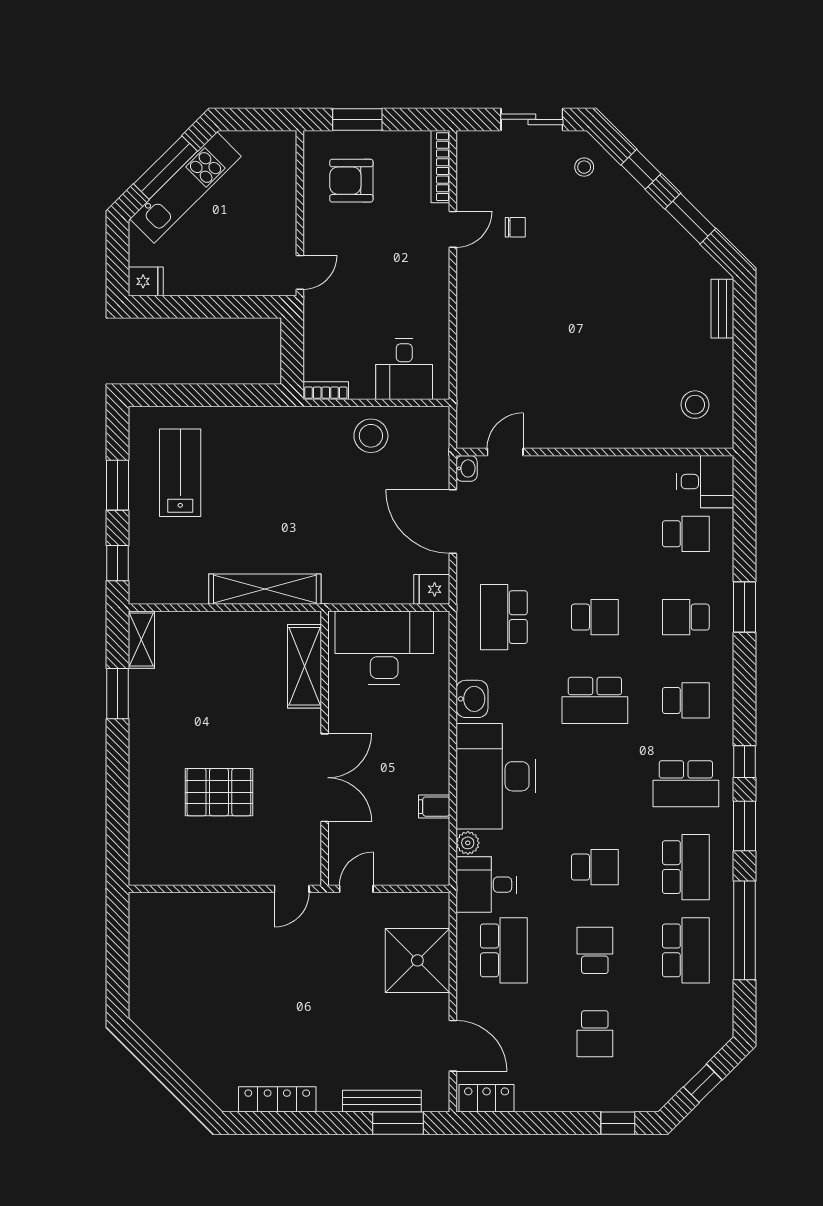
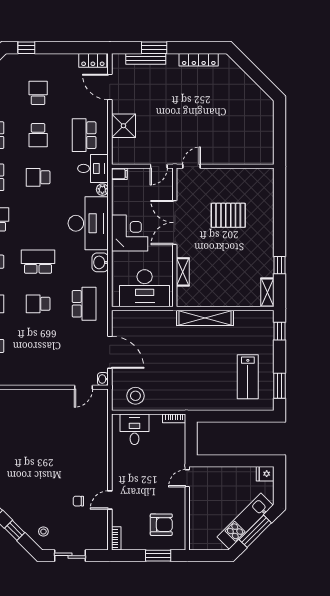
bookcase: (440, 167) -> (116, 538), width x0.64
stool: (371, 436) -> (135, 396), moved
window: (118, 485) -> (280, 386), moved
fridge: (432, 589) -> (121, 318), removed
shelving: (304, 666) -> (183, 272), width x0.67, depth x0.75
window: (118, 694) -> (280, 265), width x0.67
corner desk: (414, 757) -> (130, 233), added
filing cabinet: (434, 807) -> (119, 174), moved
shower: (417, 960) -> (123, 126), width x0.73, depth x0.73
window: (398, 1123) -> (154, 48), moved

